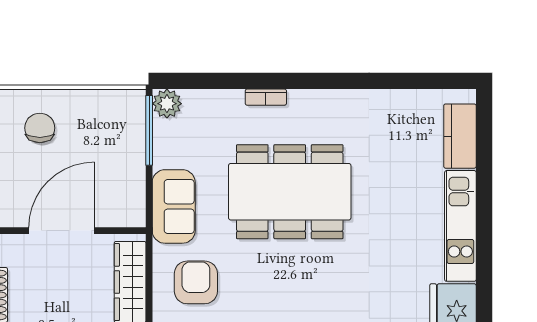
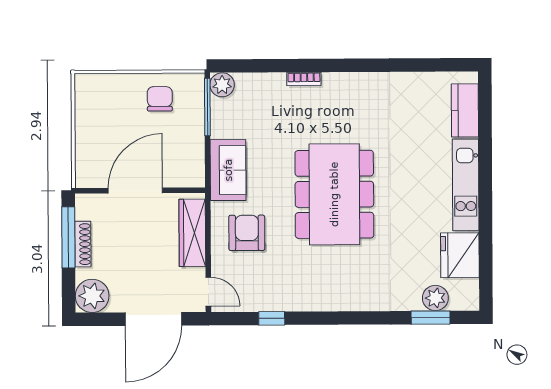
chair: (40, 128) -> (160, 99), moved
dining table: (290, 192) -> (334, 194), moved, turned 90

